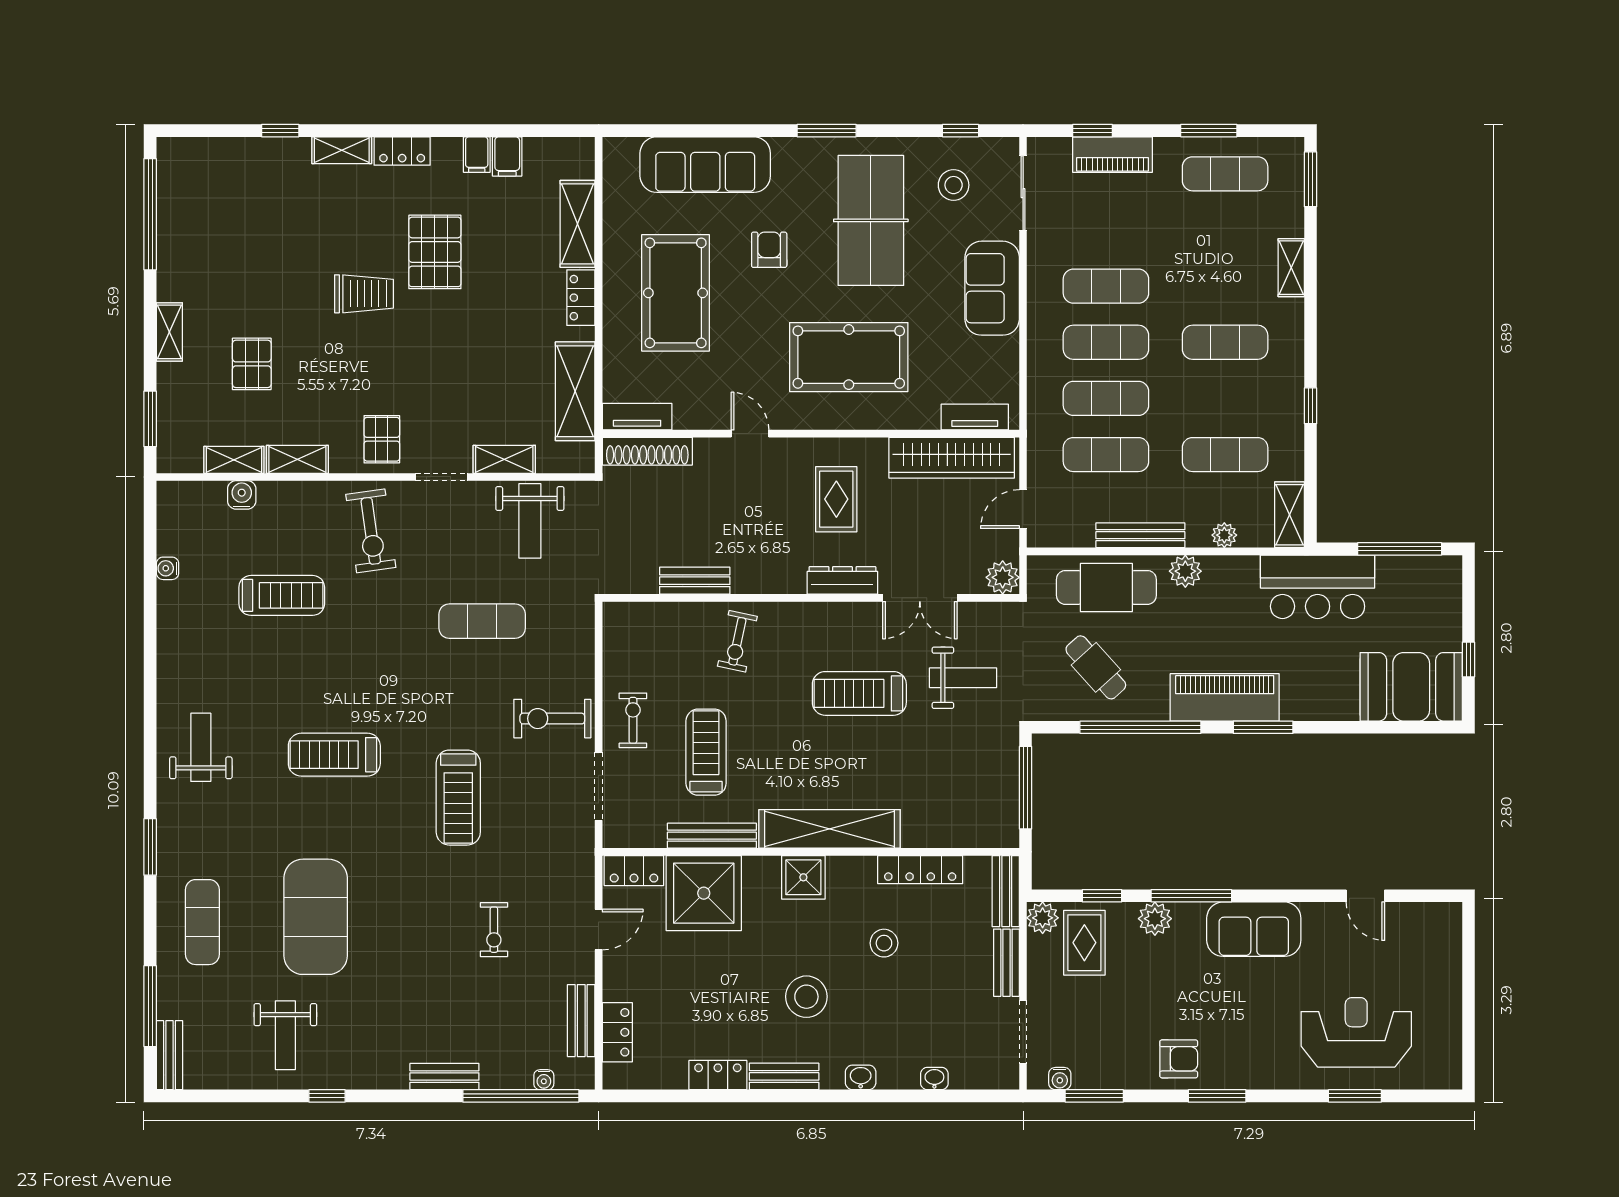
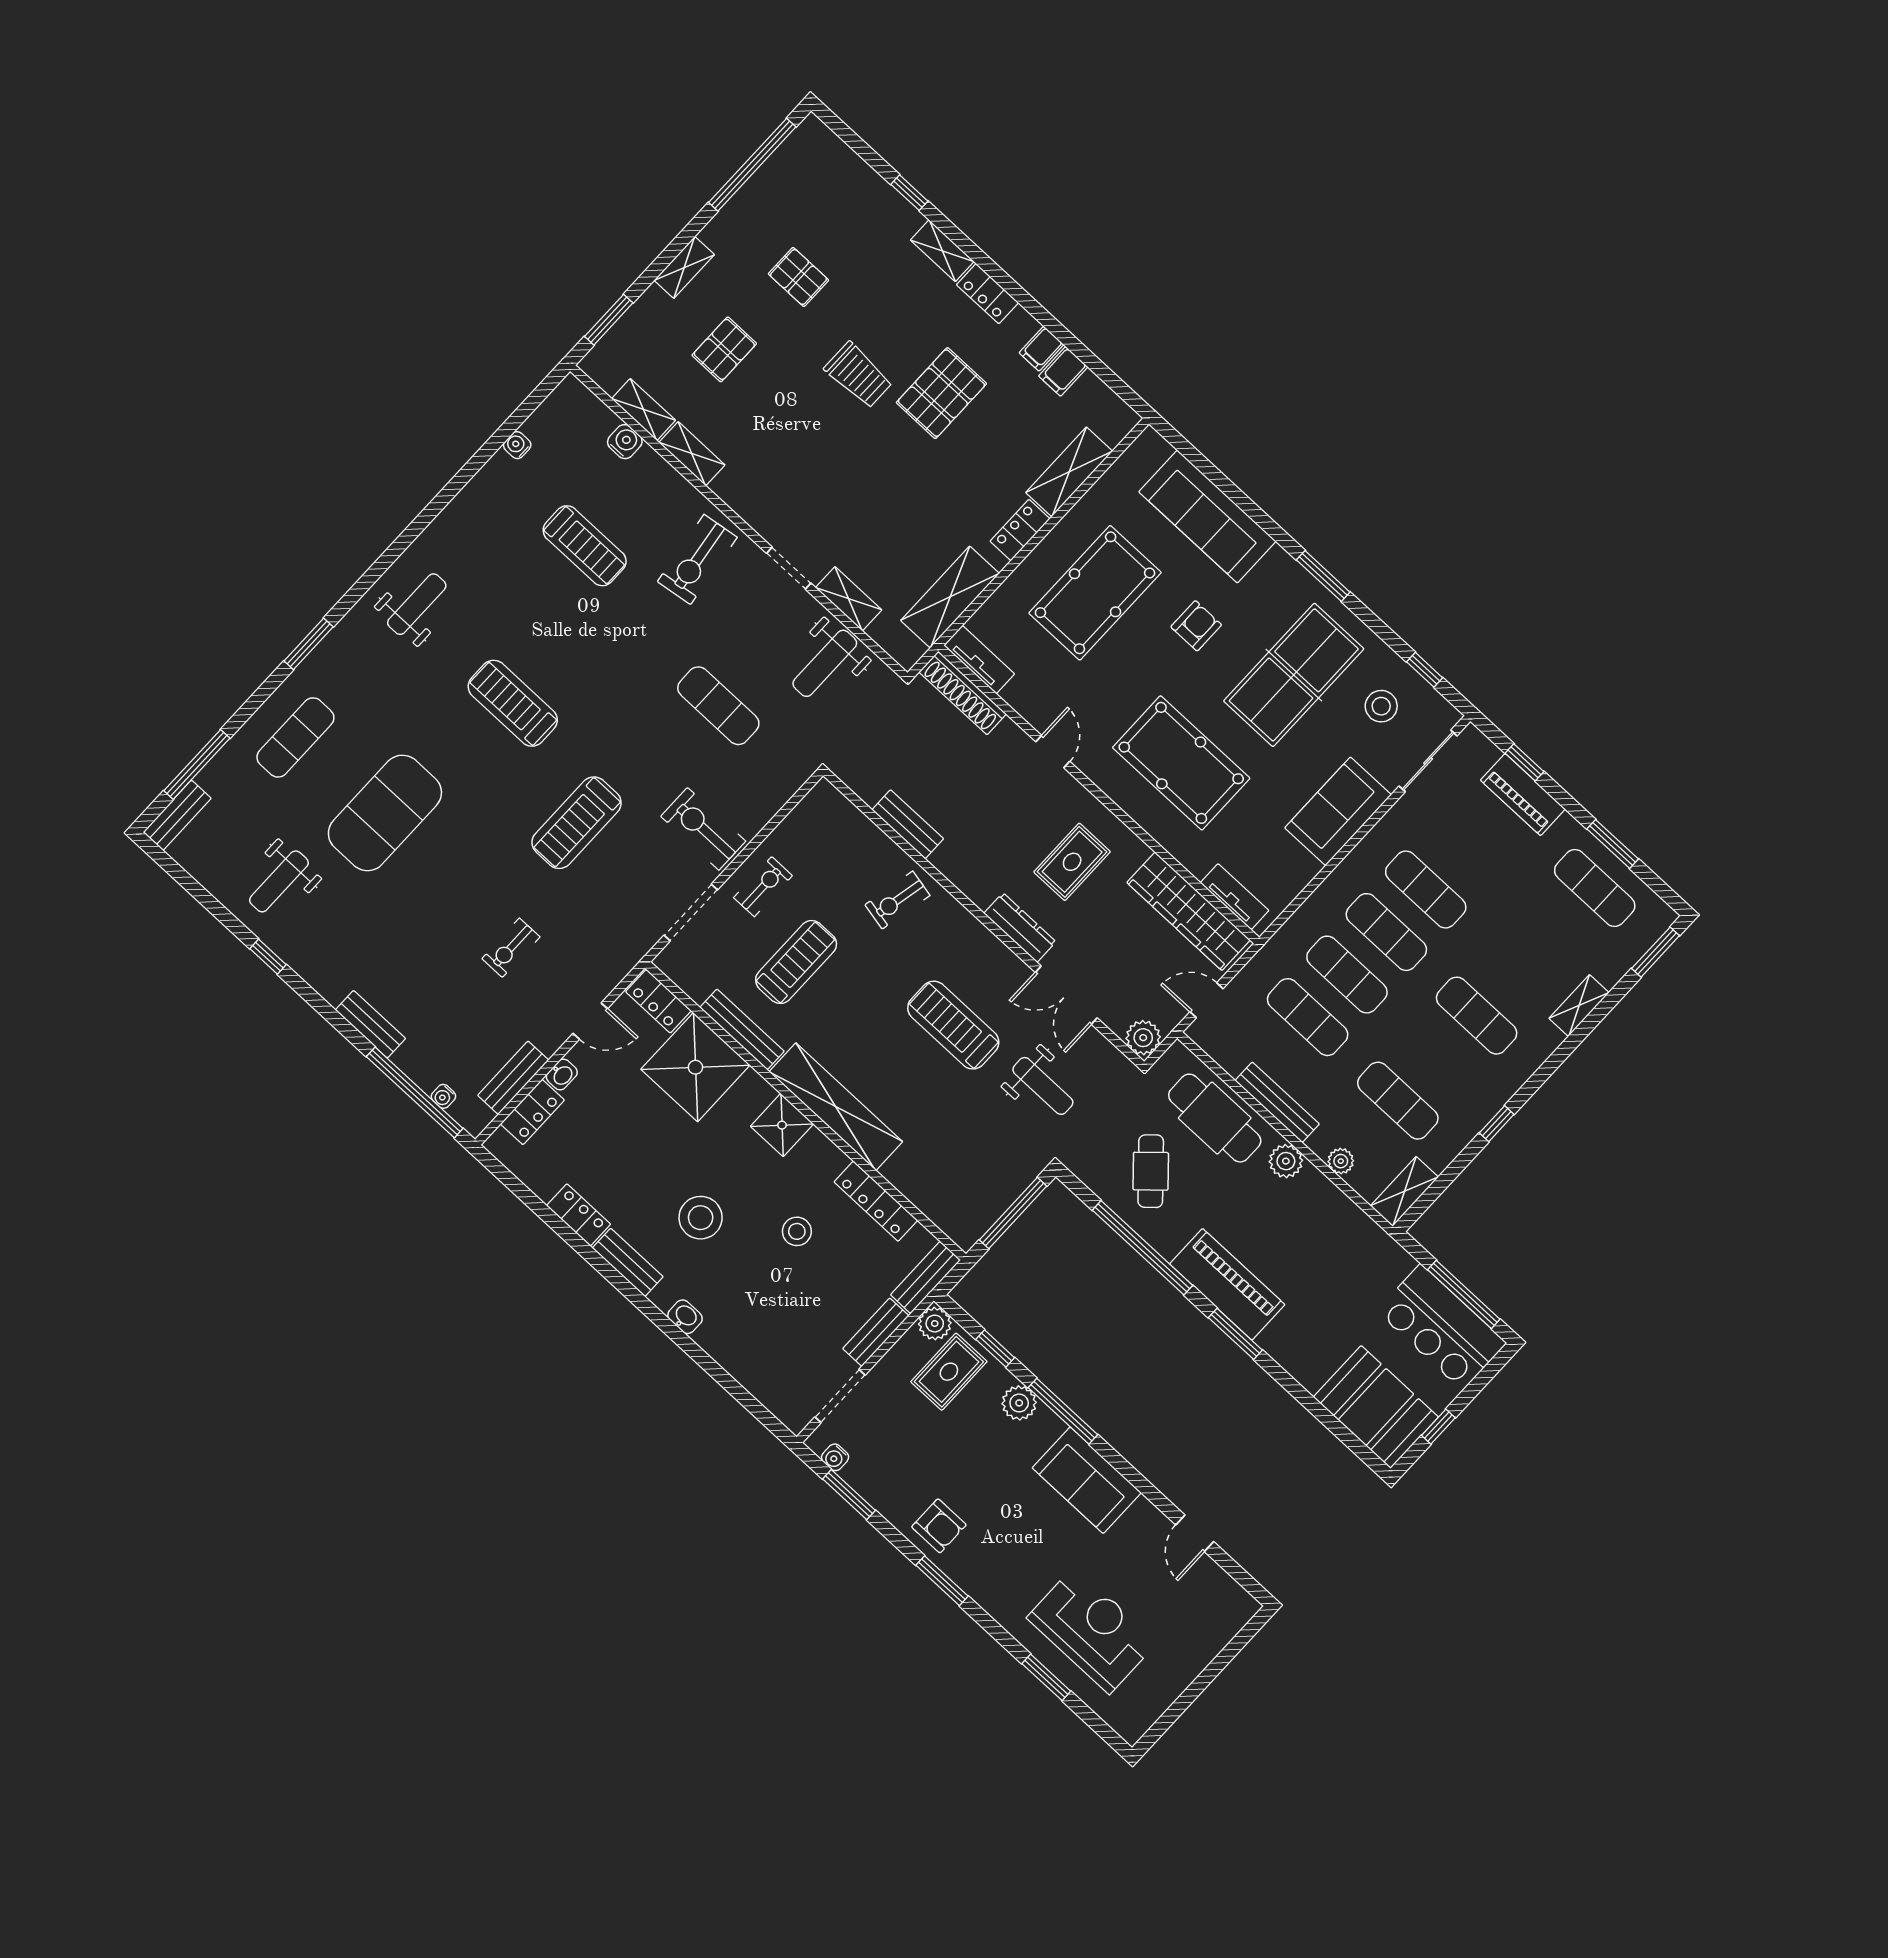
pallet: (382, 439) -> (798, 277), moved, turned 90
bar counter: (1318, 587) -> (1441, 1327), moved
washbasin: (934, 1079) -> (562, 1074), moved, turned 90

